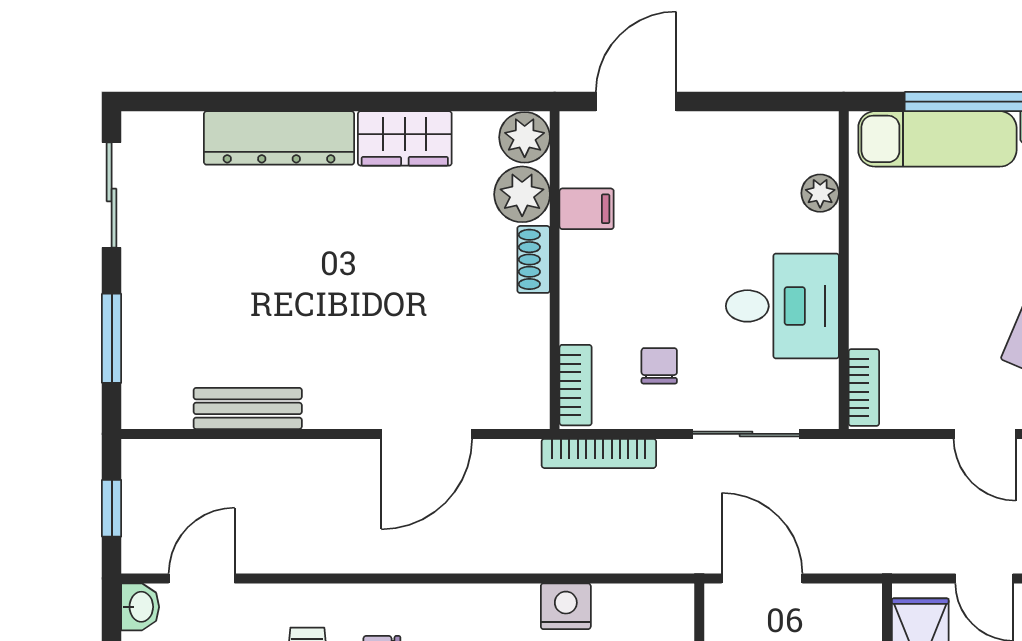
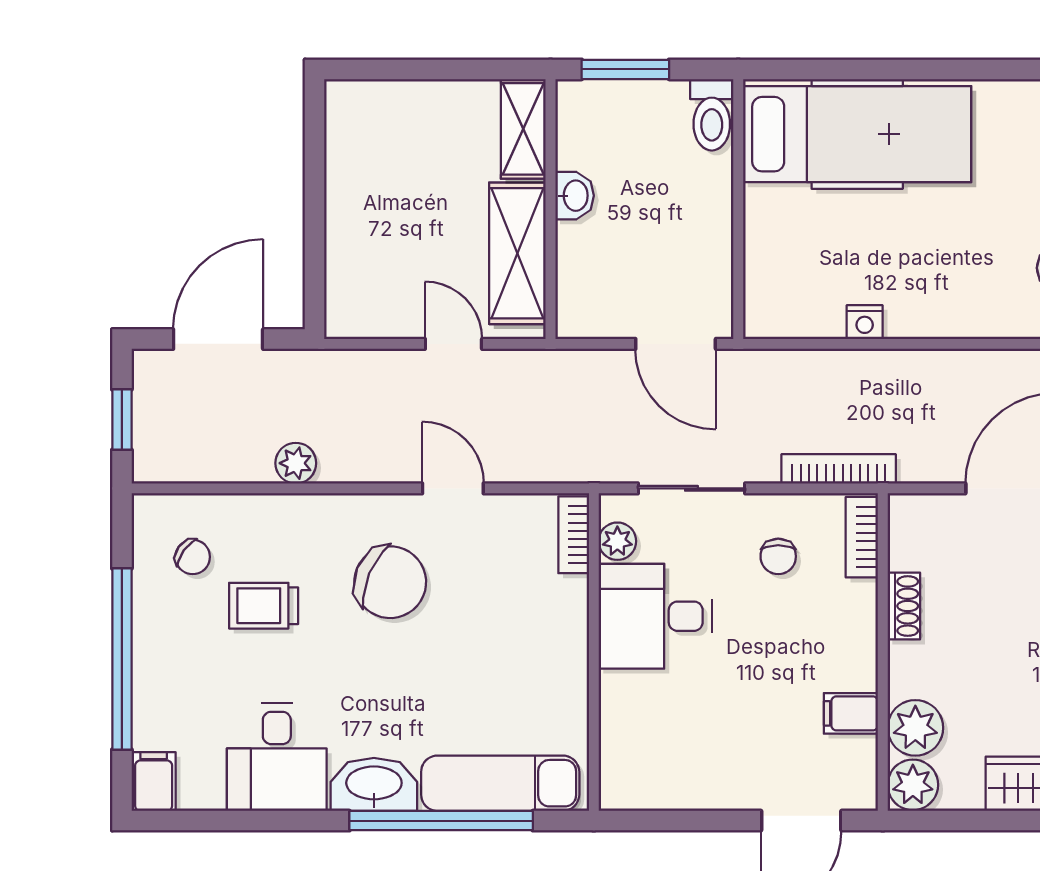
plant: (820, 193) -> (617, 541), moved
shoe rack: (534, 259) -> (904, 606), moved
nightstand: (566, 606) -> (865, 322), width x0.72, depth x0.74

